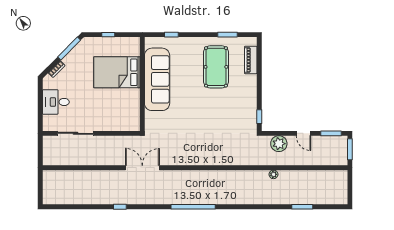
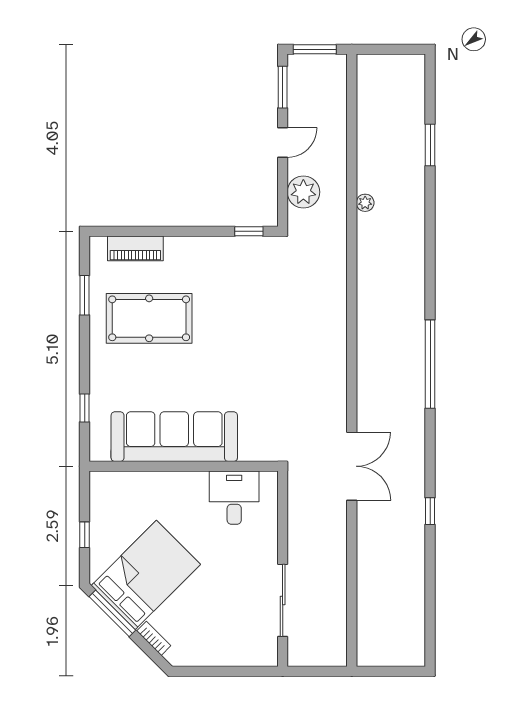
bed: (117, 72) -> (146, 575), moved, turned -135
desk: (56, 102) -> (234, 498), moved, turned 180
double door: (142, 168) -> (352, 466), swing flipped

